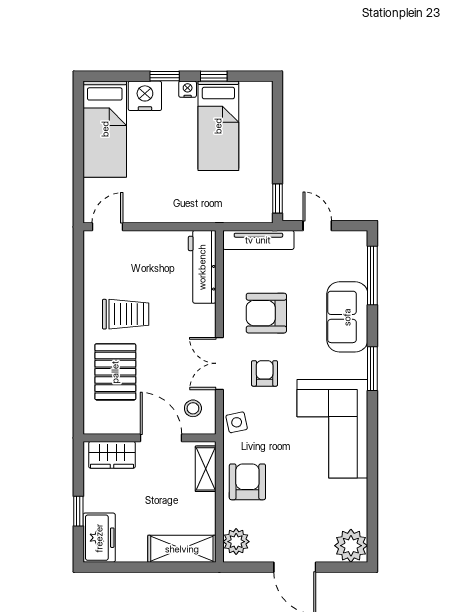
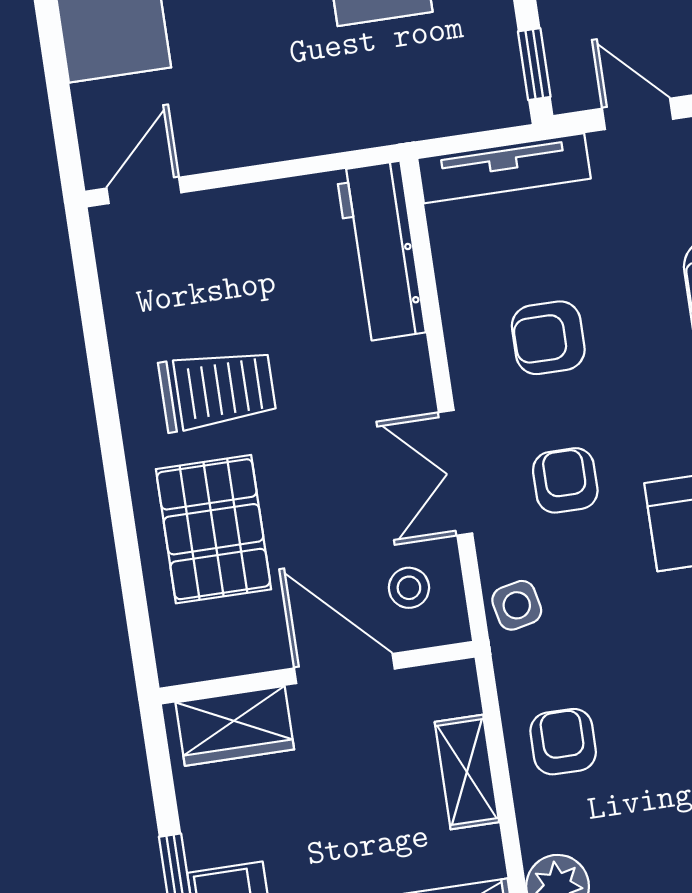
armchair: (266, 313) -> (548, 338), width x0.72, depth x0.72
shelving: (206, 469) -> (467, 772), moved
armchair: (247, 482) -> (563, 742), width x0.72, depth x0.72

